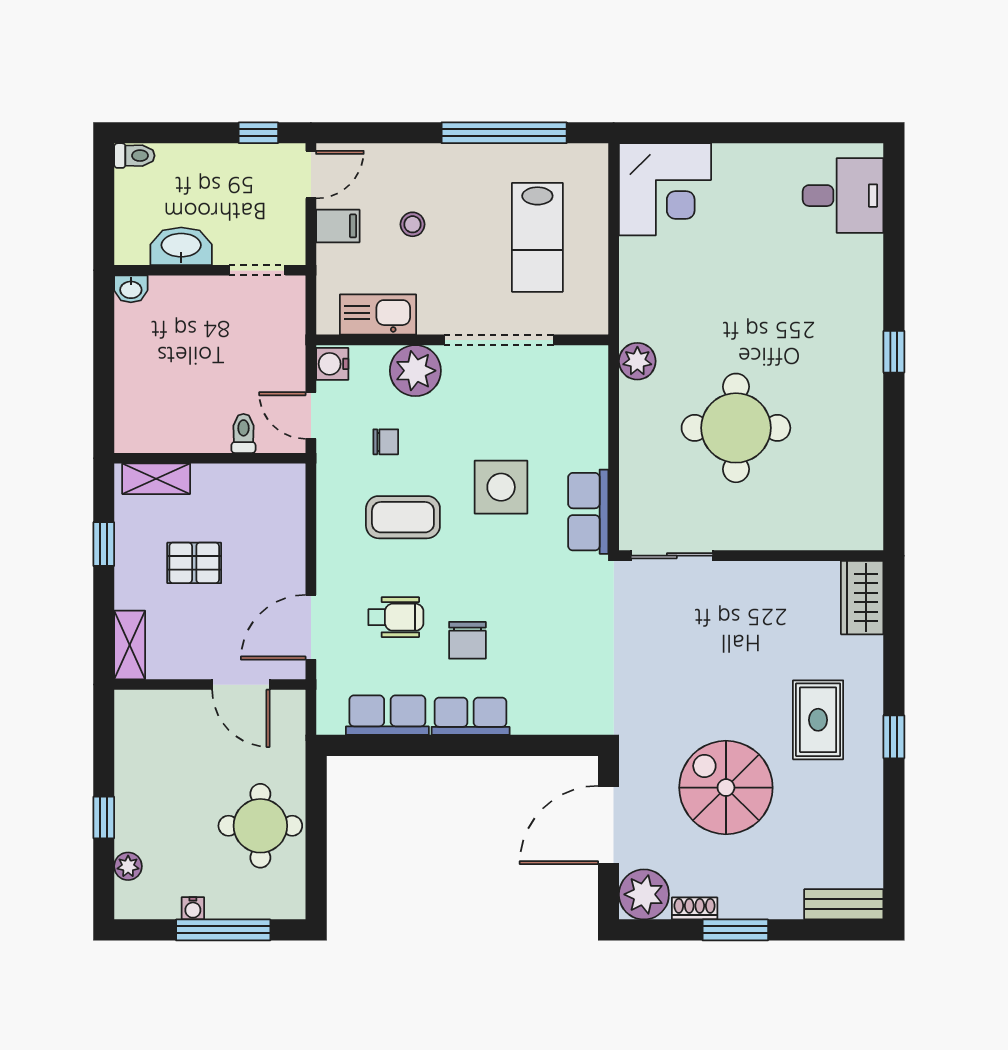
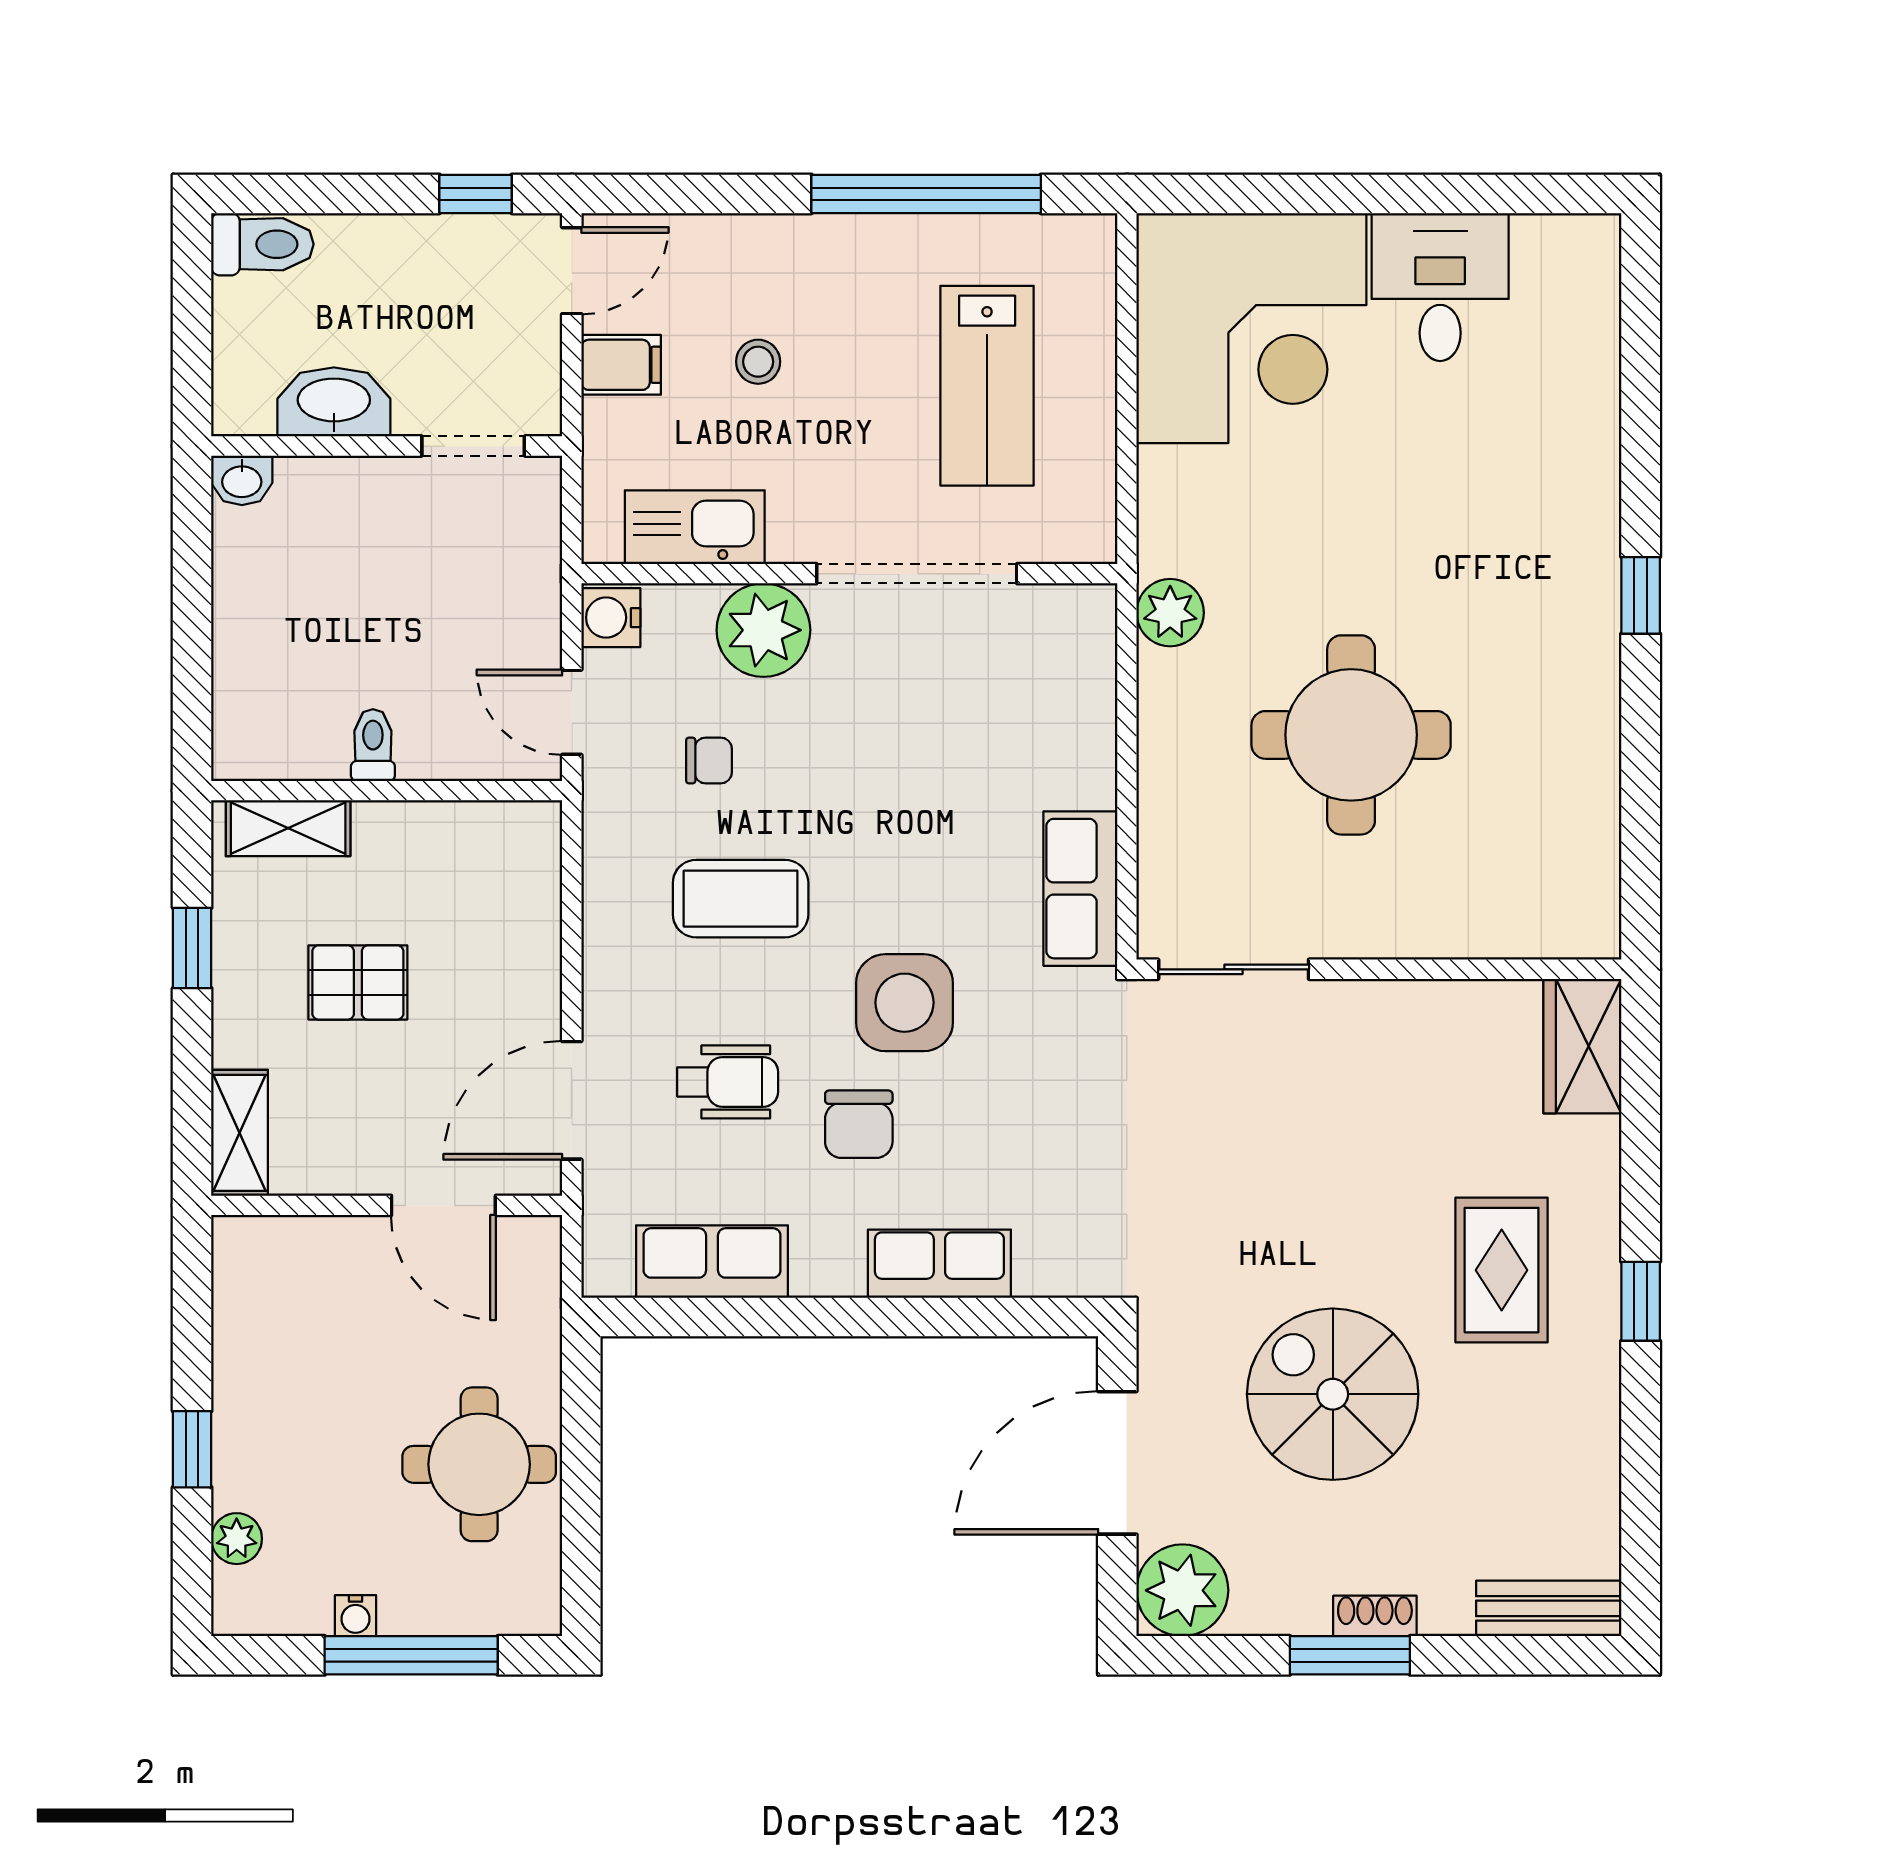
toilet: (134, 156) -> (262, 244), width x1.37, depth x1.39
corner desk: (665, 189) -> (1251, 328), width x1.36, depth x1.36
desk: (843, 196) -> (1440, 287), moved, turned -90
toilet: (243, 433) -> (373, 745), moved
side table: (501, 487) -> (904, 1003), moved
row of seats: (471, 716) -> (939, 1264), moved
shoe rack: (695, 908) -> (1375, 1616), moved

